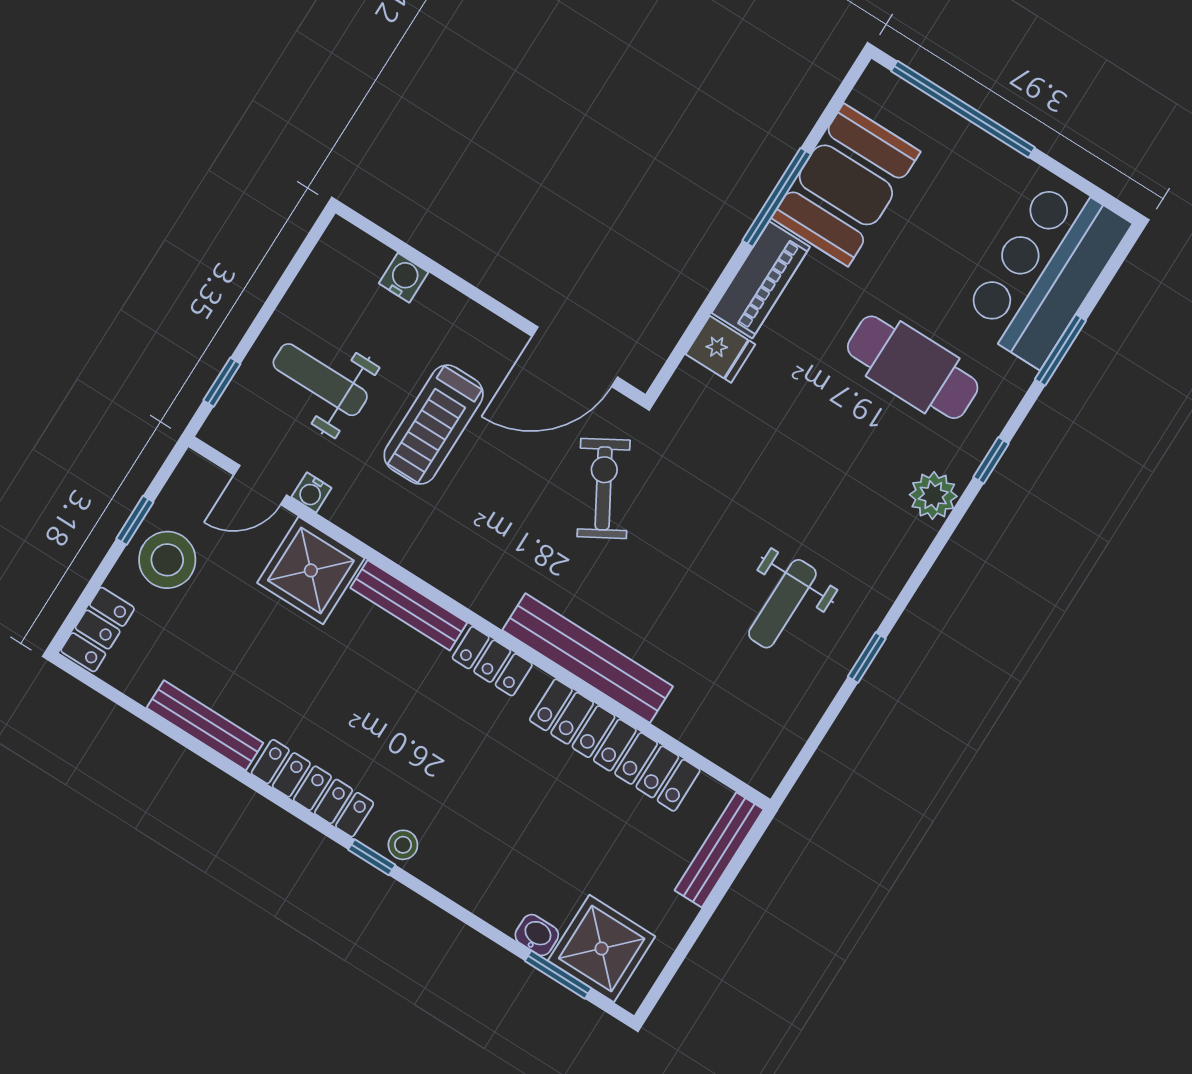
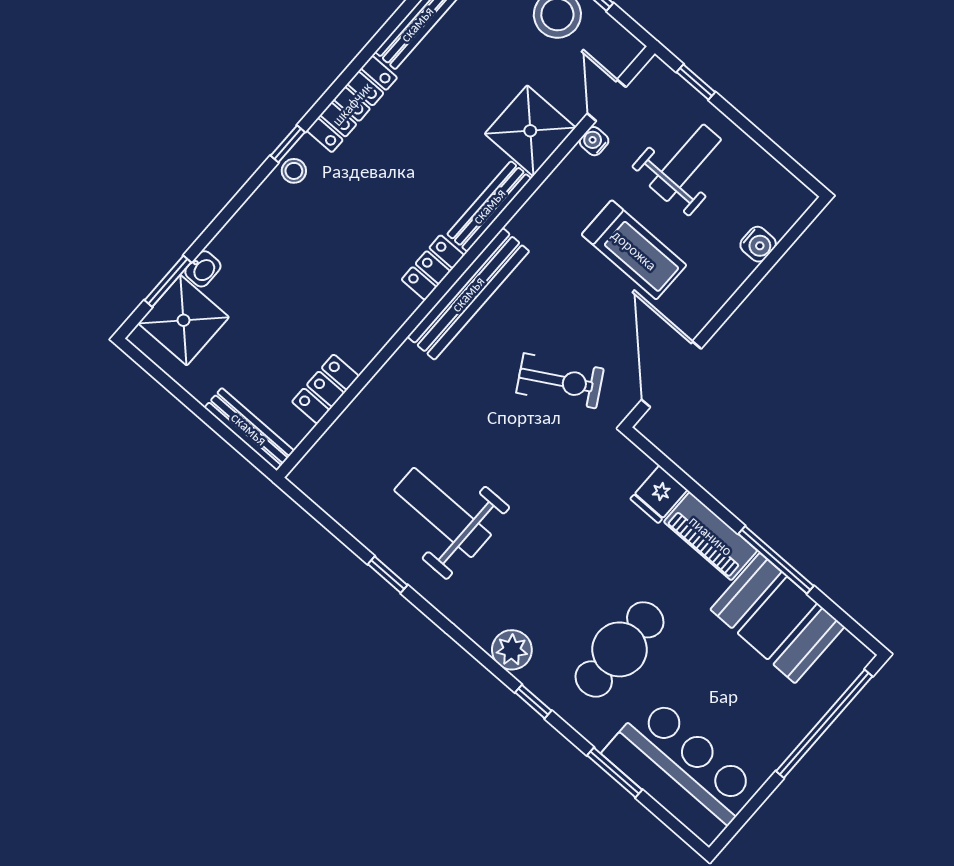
treadmill: (434, 425) -> (634, 250), turned 180
weight bench: (782, 604) -> (443, 512), width x1.36, depth x1.33
bench: (588, 658) -> (468, 294), moved
locker: (615, 745) -> (325, 389), width x0.46, depth x0.83

